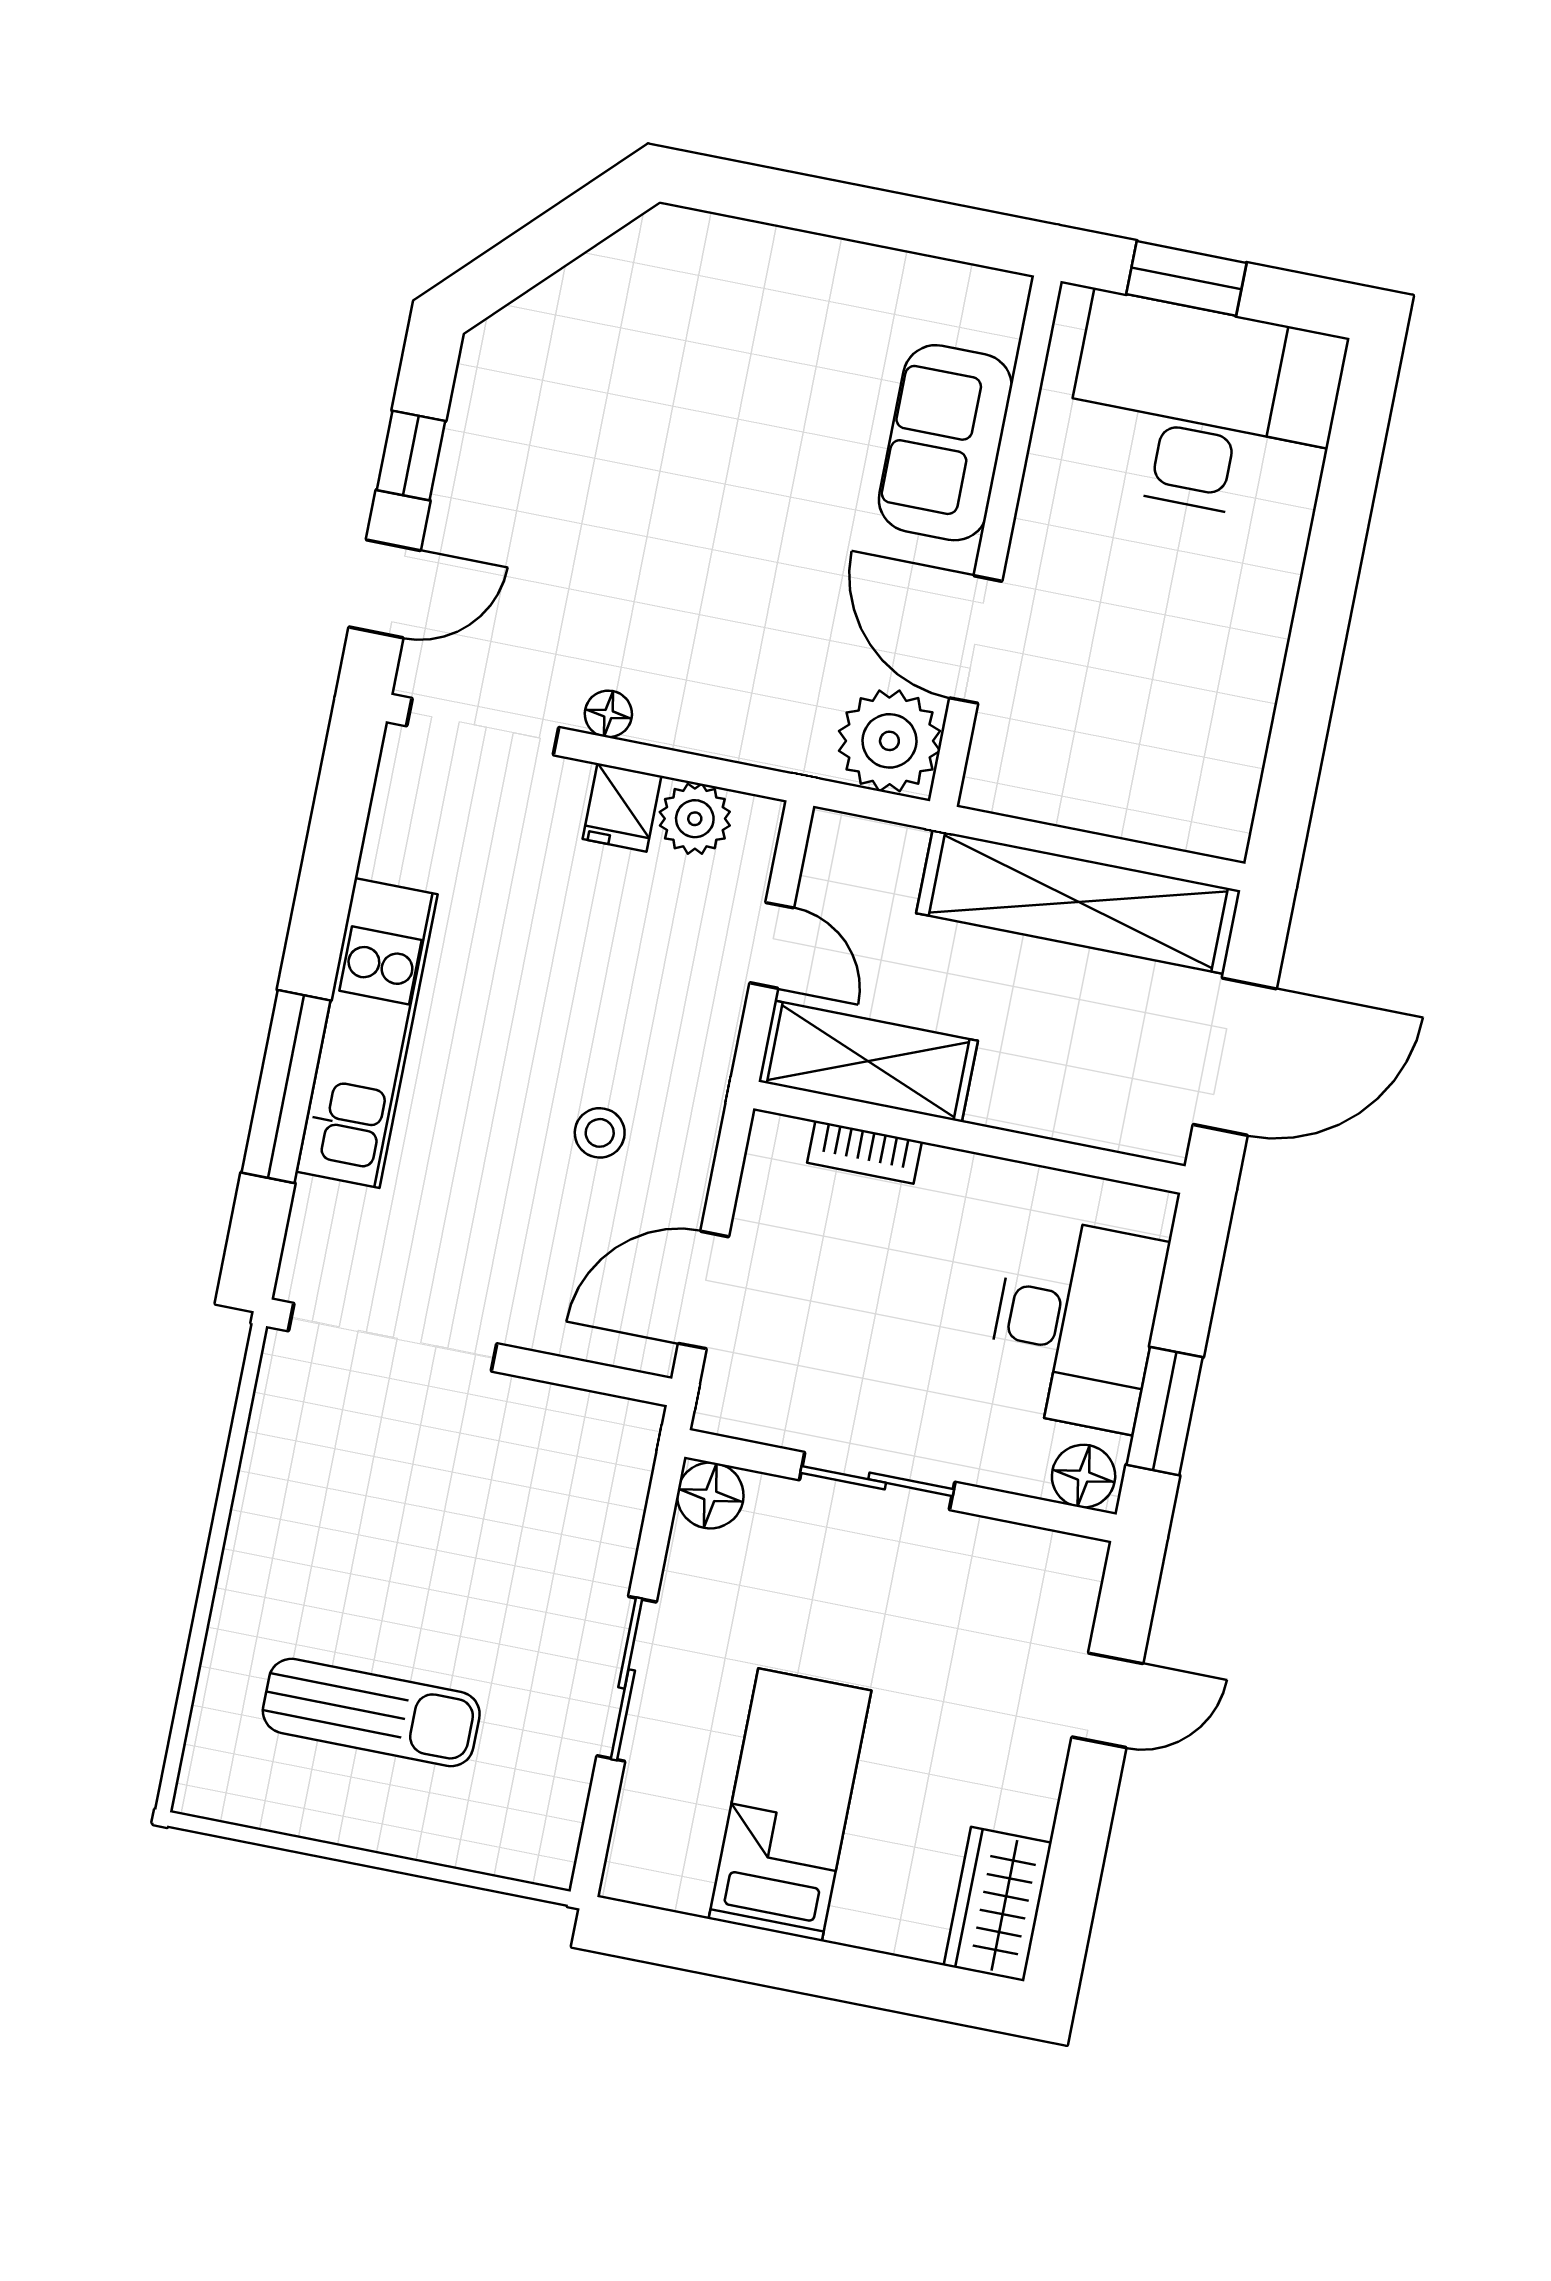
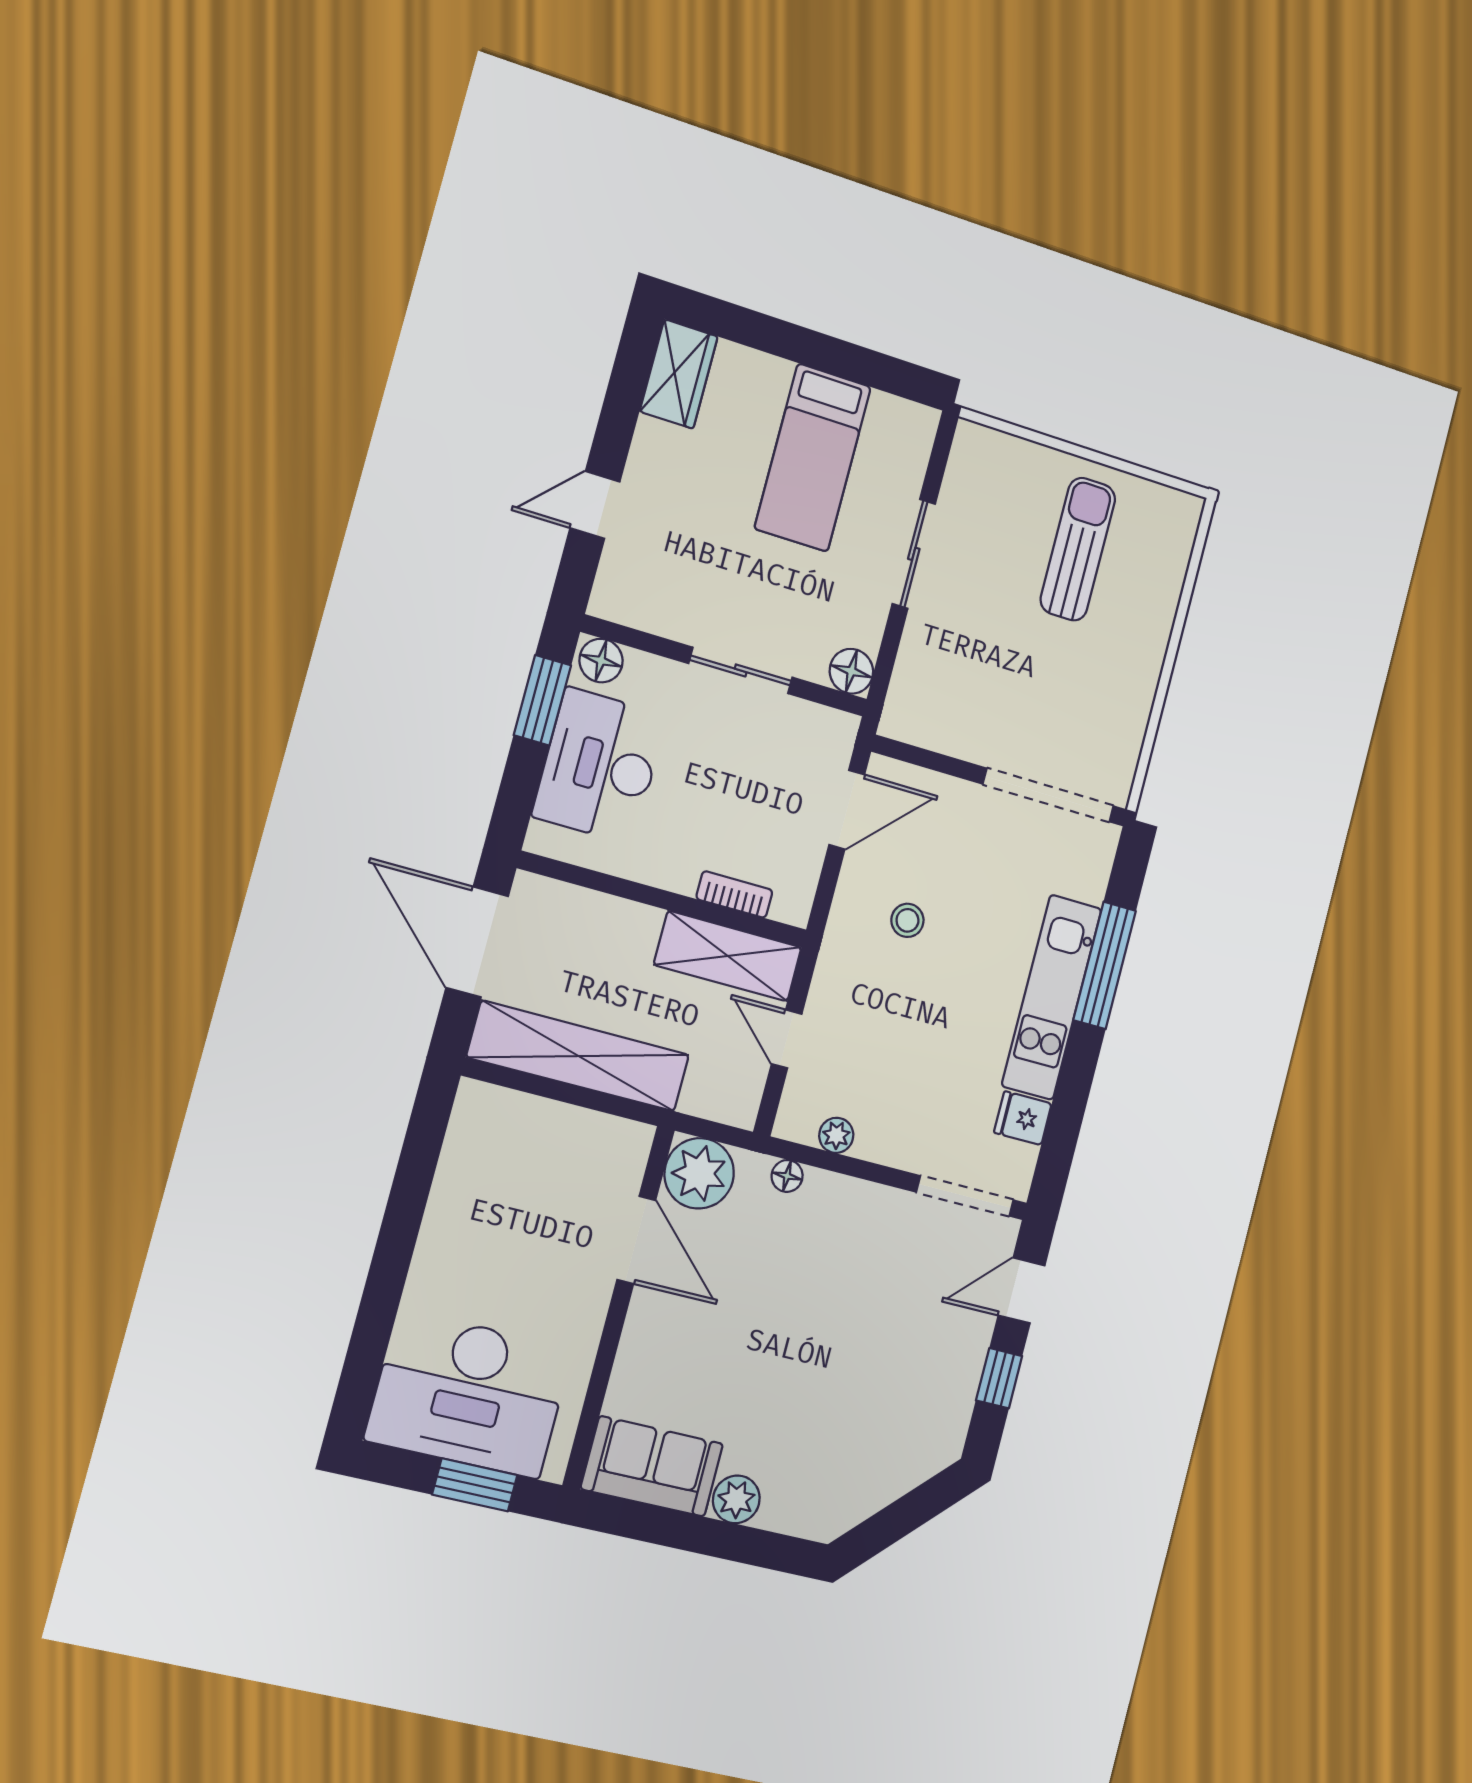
plant: (802, 265) -> (736, 1499), added
sofa: (945, 443) -> (652, 1466), moved, turned -90
floor lamp: (608, 714) -> (787, 1176), moved
fridge: (622, 807) -> (1023, 1118), moved, turned -90
plant: (695, 819) -> (836, 1135), width x0.73, depth x0.73
door: (1235, 1057) -> (477, 942), hinge flipped
sun lounger: (371, 1712) -> (1078, 549), turned 90

